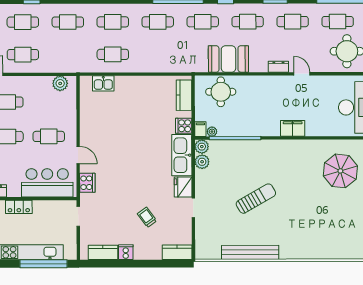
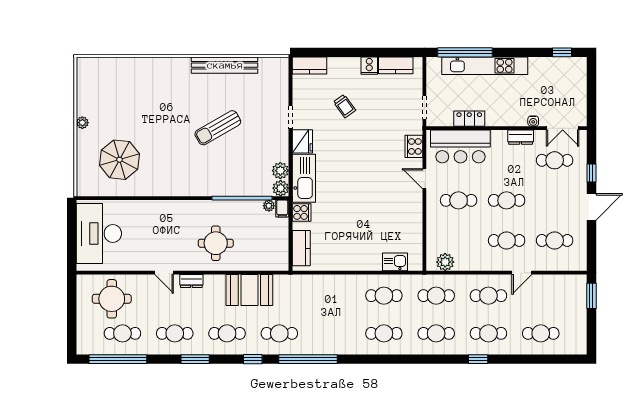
cafe table: (158, 22) -> (436, 296), moved
round table: (221, 92) -> (216, 243), moved
filing cabinet: (293, 128) -> (175, 209), removed
locker: (19, 207) -> (469, 119), moved

